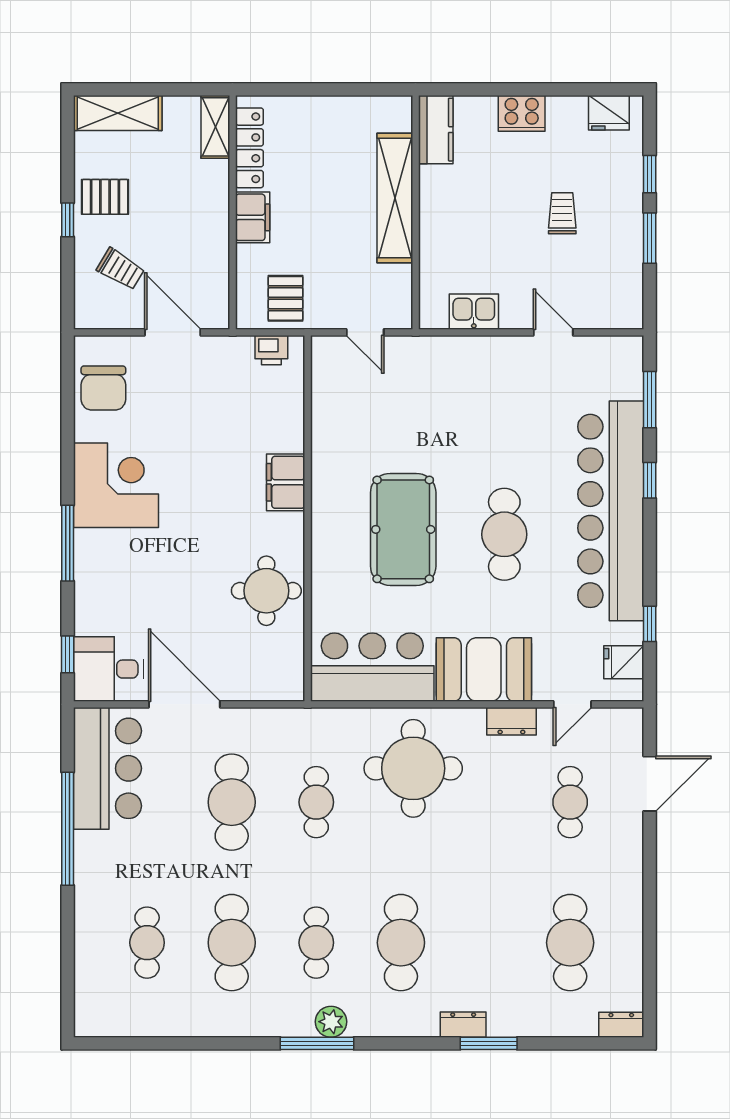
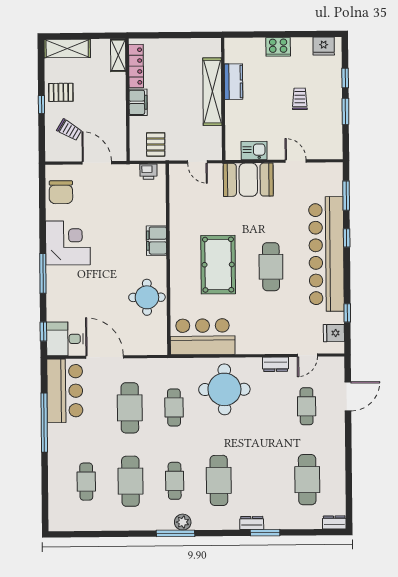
kitchen counter: (436, 130) -> (234, 82), moved
booth: (484, 669) -> (248, 180), moved

